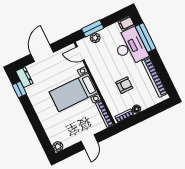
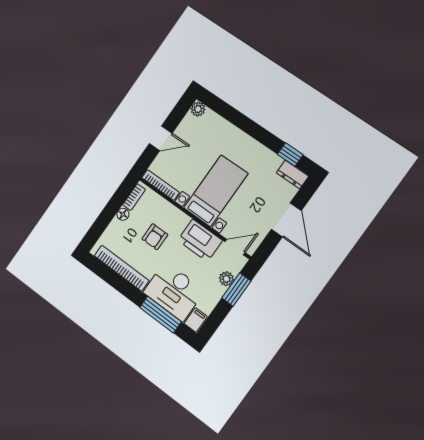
printer: (99, 68) -> (200, 240), added
door: (89, 142) -> (161, 138), swing flipped

